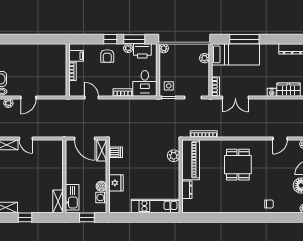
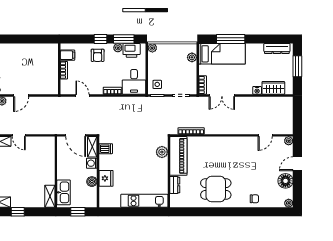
dining table: (238, 165) -> (216, 189), moved, turned 90
washing machine: (101, 198) -> (92, 163), moved

